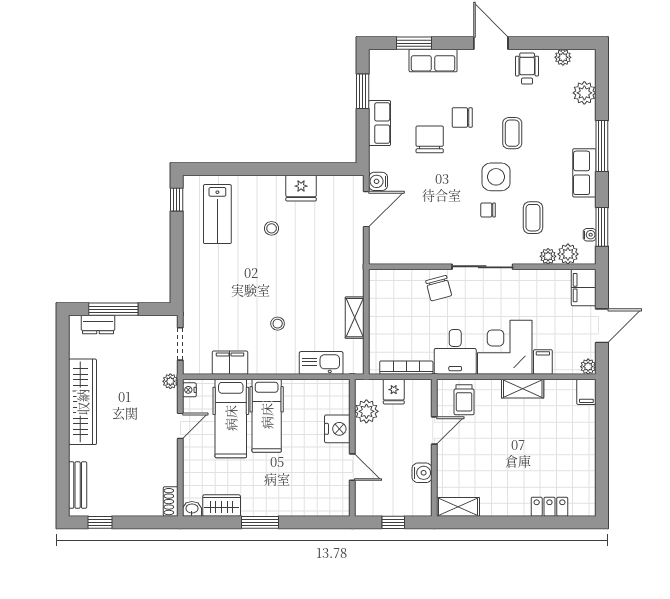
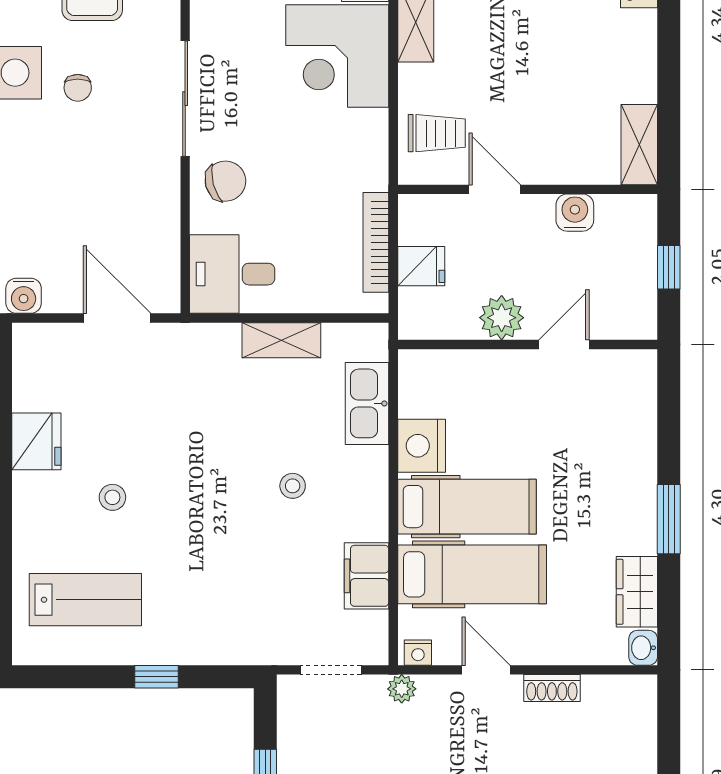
window: (177, 200) -> (157, 677), moved
door: (366, 209) -> (117, 318), moved
desk: (455, 352) -> (232, 274), moved, turned 180
plant: (366, 411) -> (502, 318), moved
nightstand: (337, 429) -> (422, 446), moved, turned -90
shoe rack: (171, 502) -> (552, 688), moved

